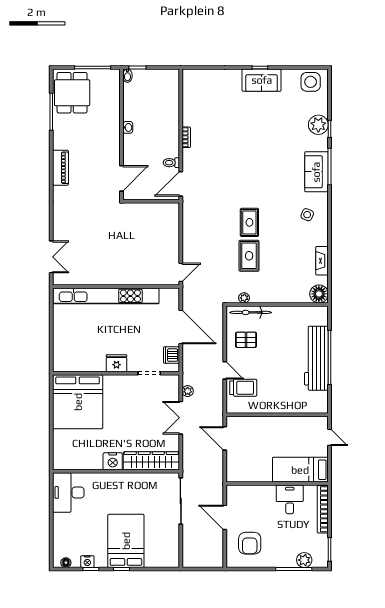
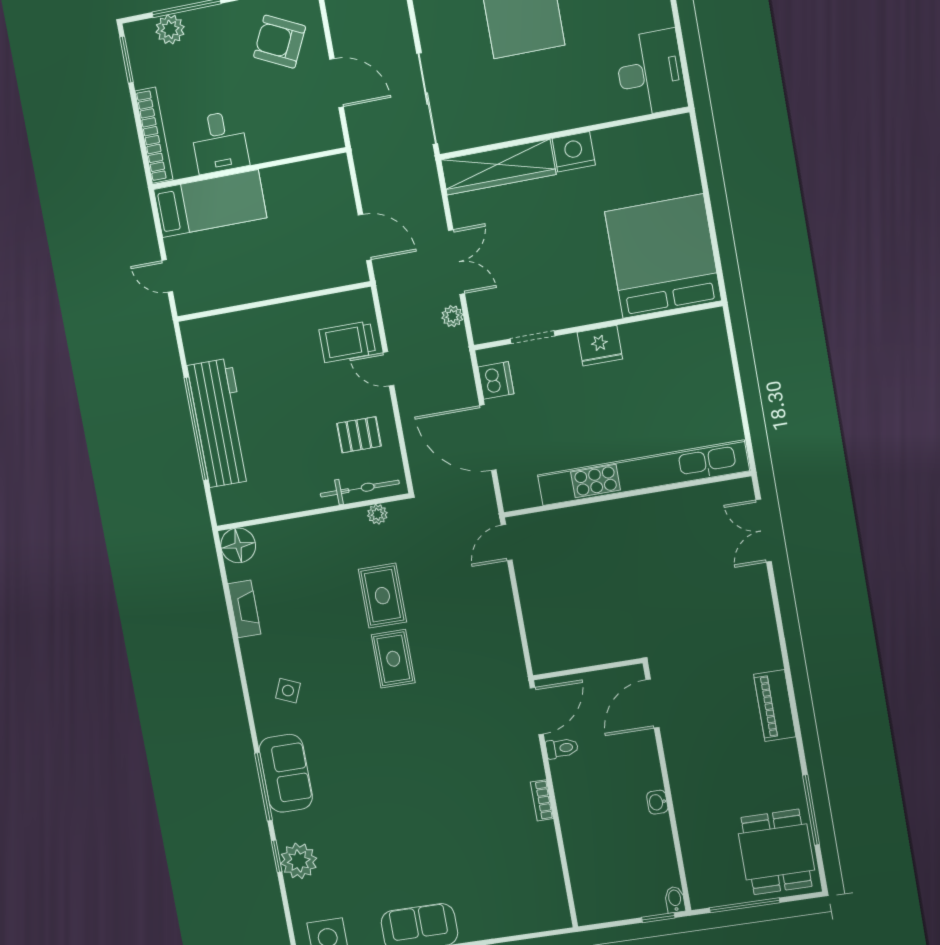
armchair: (250, 543) -> (280, 42), turned -64

